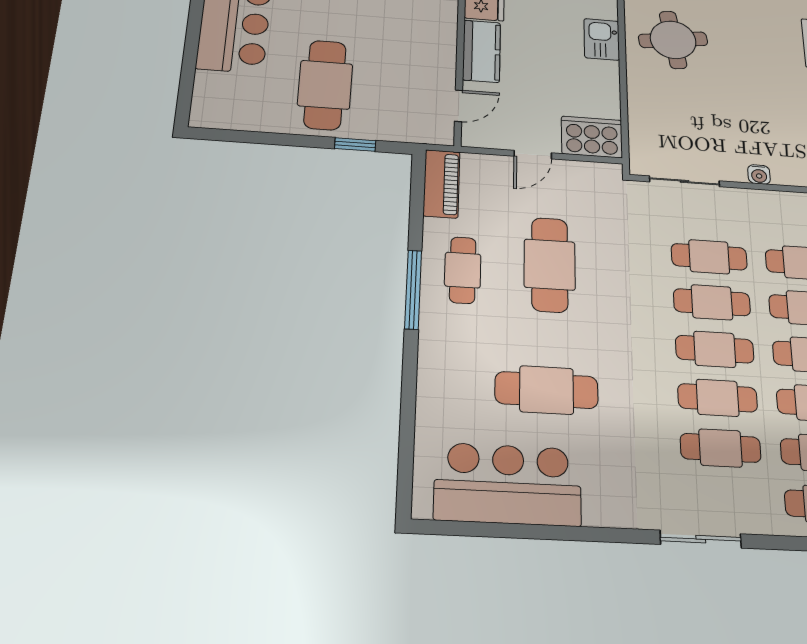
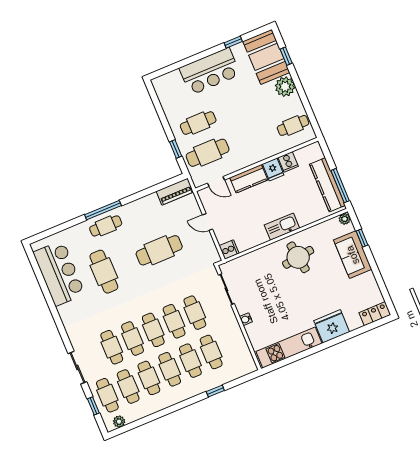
kitchen sink: (602, 39) -> (282, 227), width x1.38
cafe table: (325, 85) -> (198, 123), width x0.73, depth x0.74
cafe table: (393, 95) -> (208, 153), added
cooker: (592, 137) -> (229, 250), width x0.53, depth x0.76
cafe table: (463, 270) -> (106, 226), moved
window: (413, 289) -> (103, 210), moved
sliding door: (701, 539) -> (77, 368), moved

